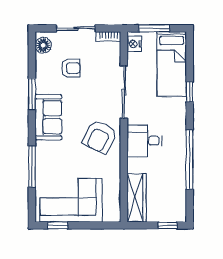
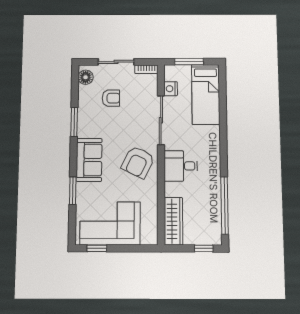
nightstand: (134, 44) -> (171, 89), moved
window: (190, 92) -> (223, 120), removed
sofa: (48, 117) -> (89, 160), moved
window: (190, 160) -> (225, 205), moved
window: (32, 166) -> (73, 191), width x0.69

